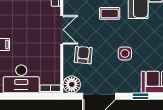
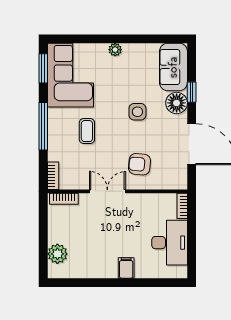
floor lamp: (72, 84) -> (177, 103), moved

